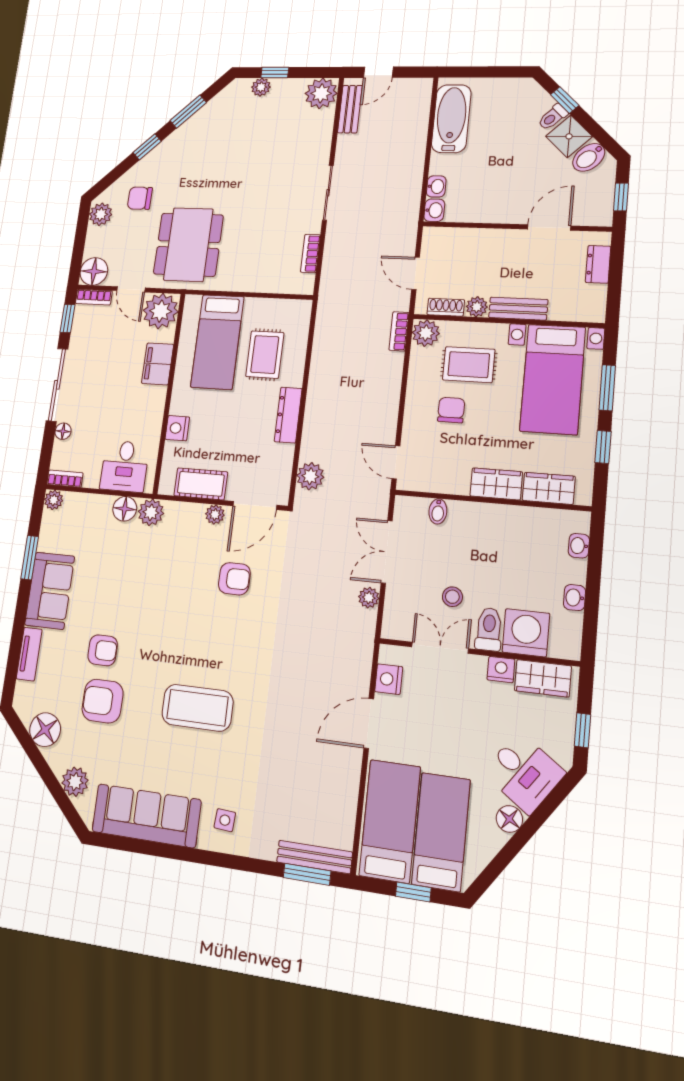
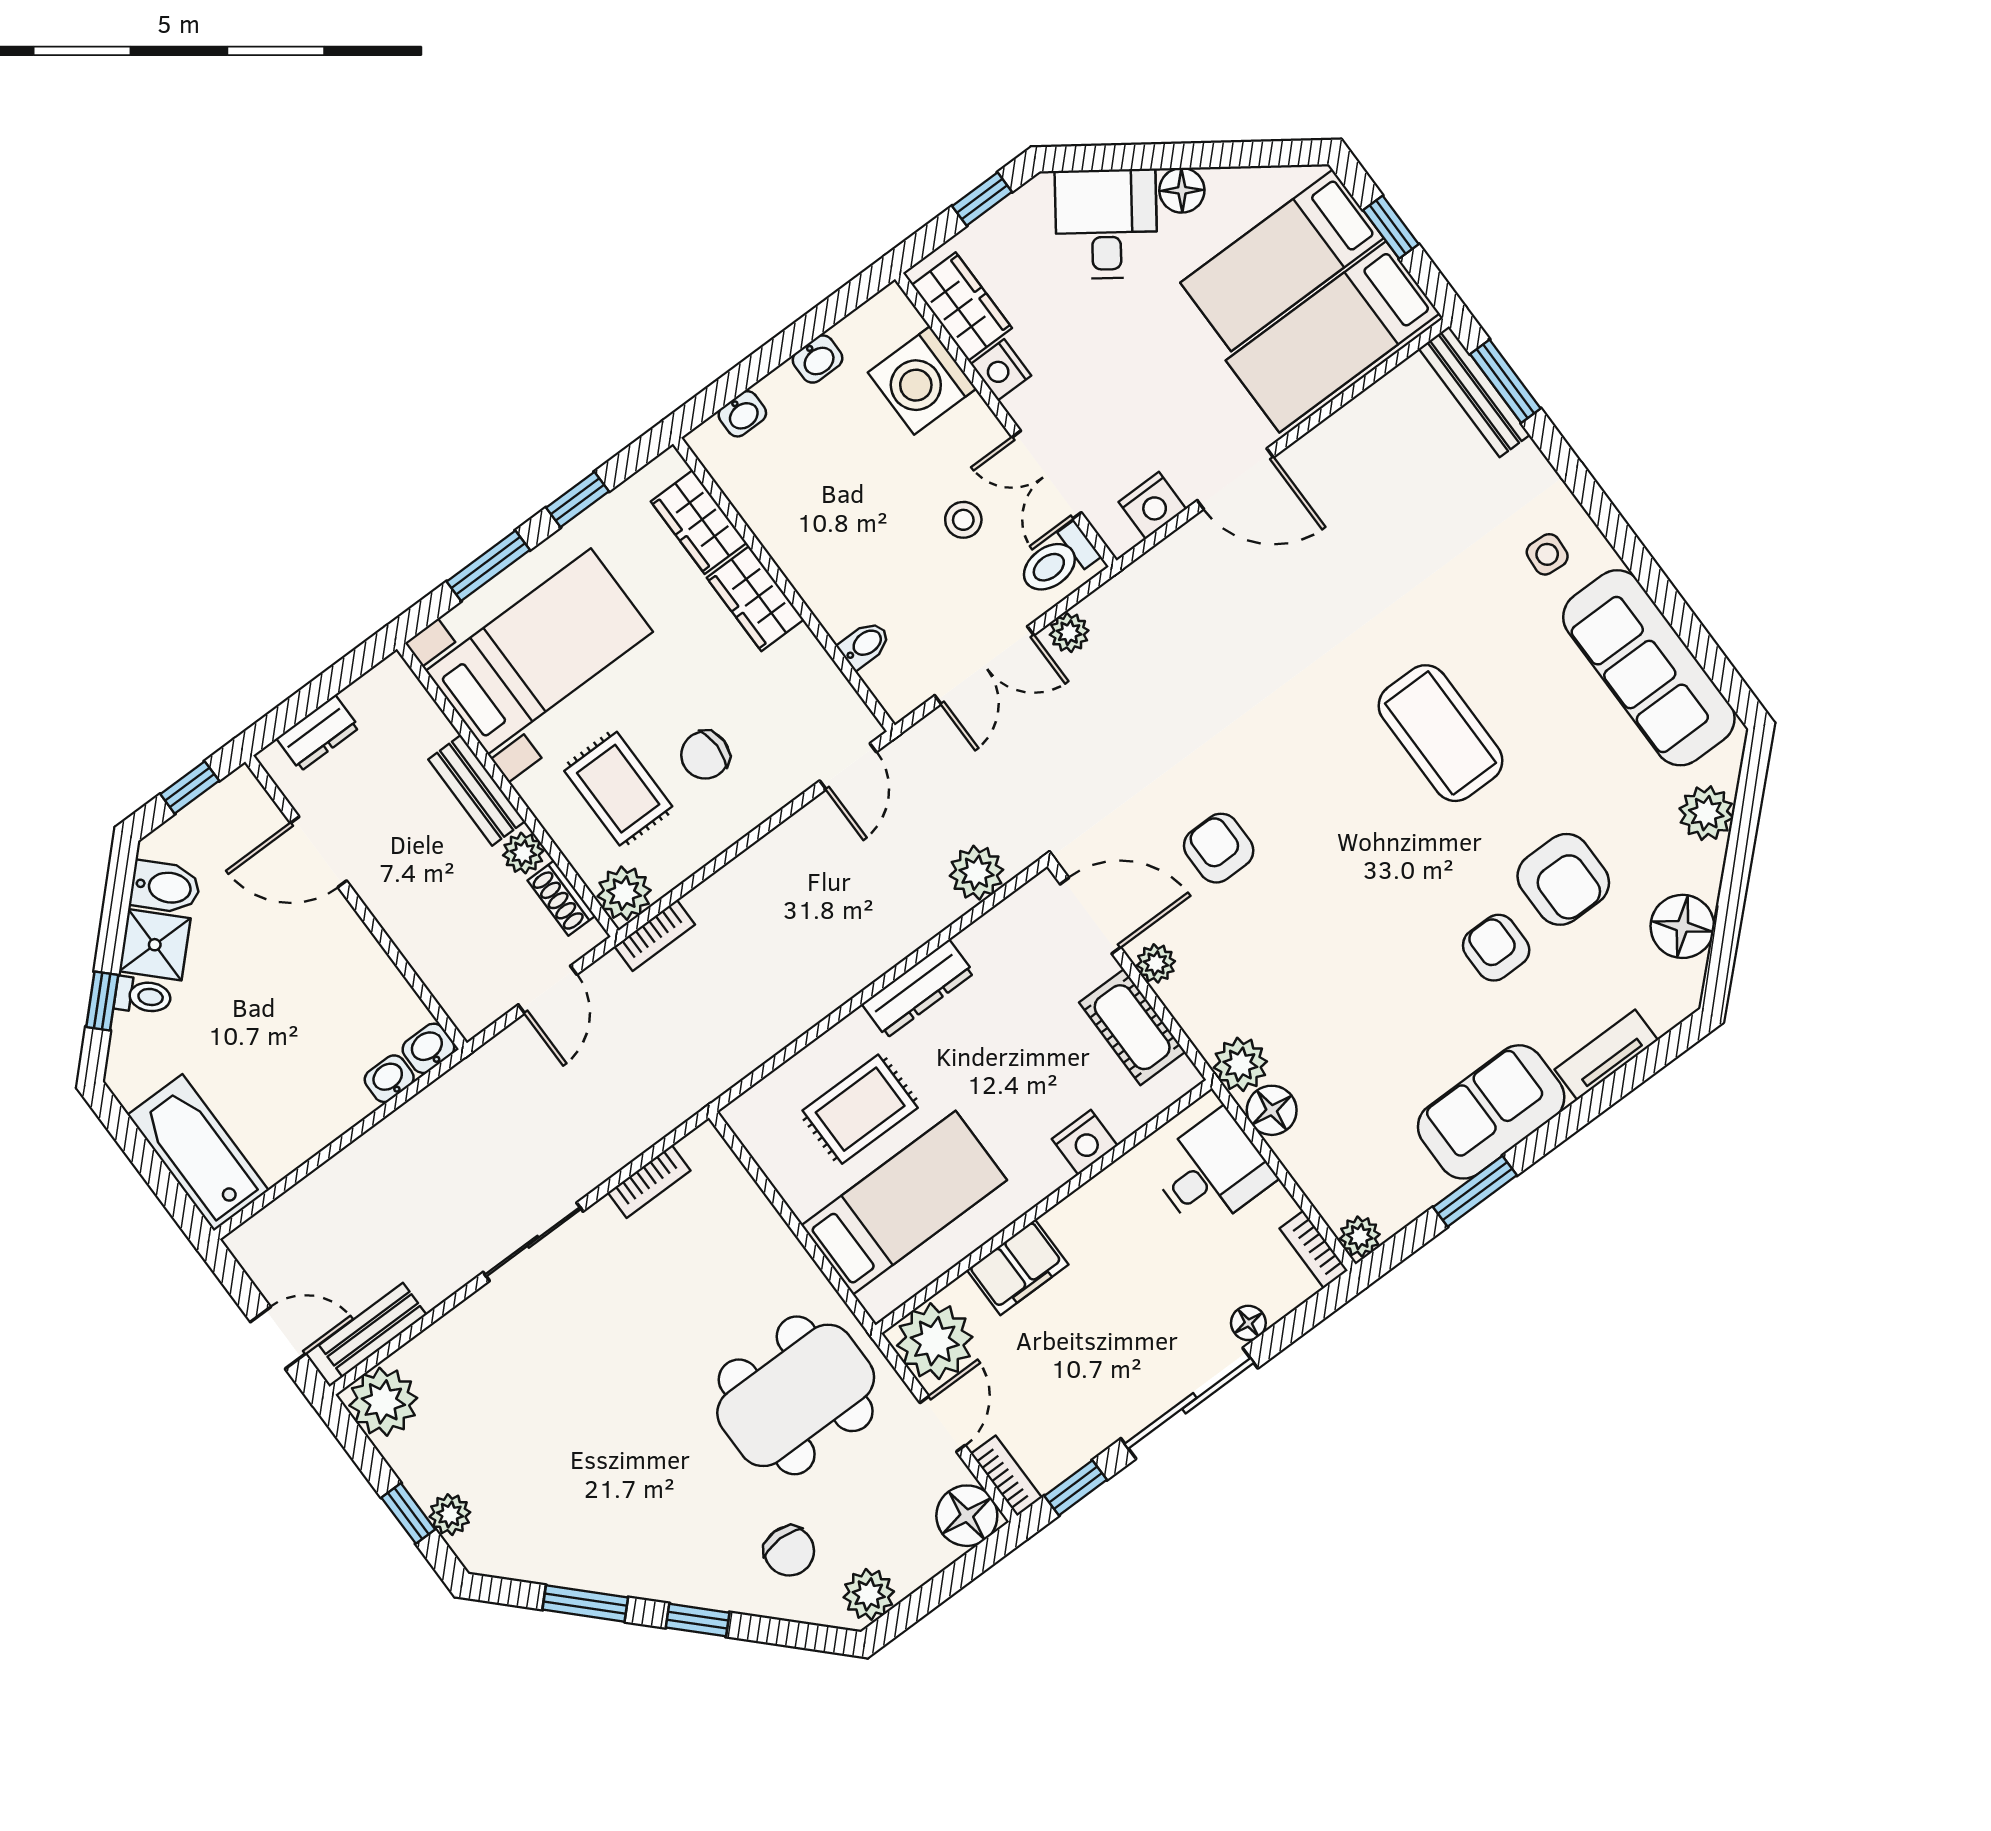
bathtub: (451, 119) -> (198, 1153), moved, turned 90
toilet: (489, 629) -> (1057, 561), moved

